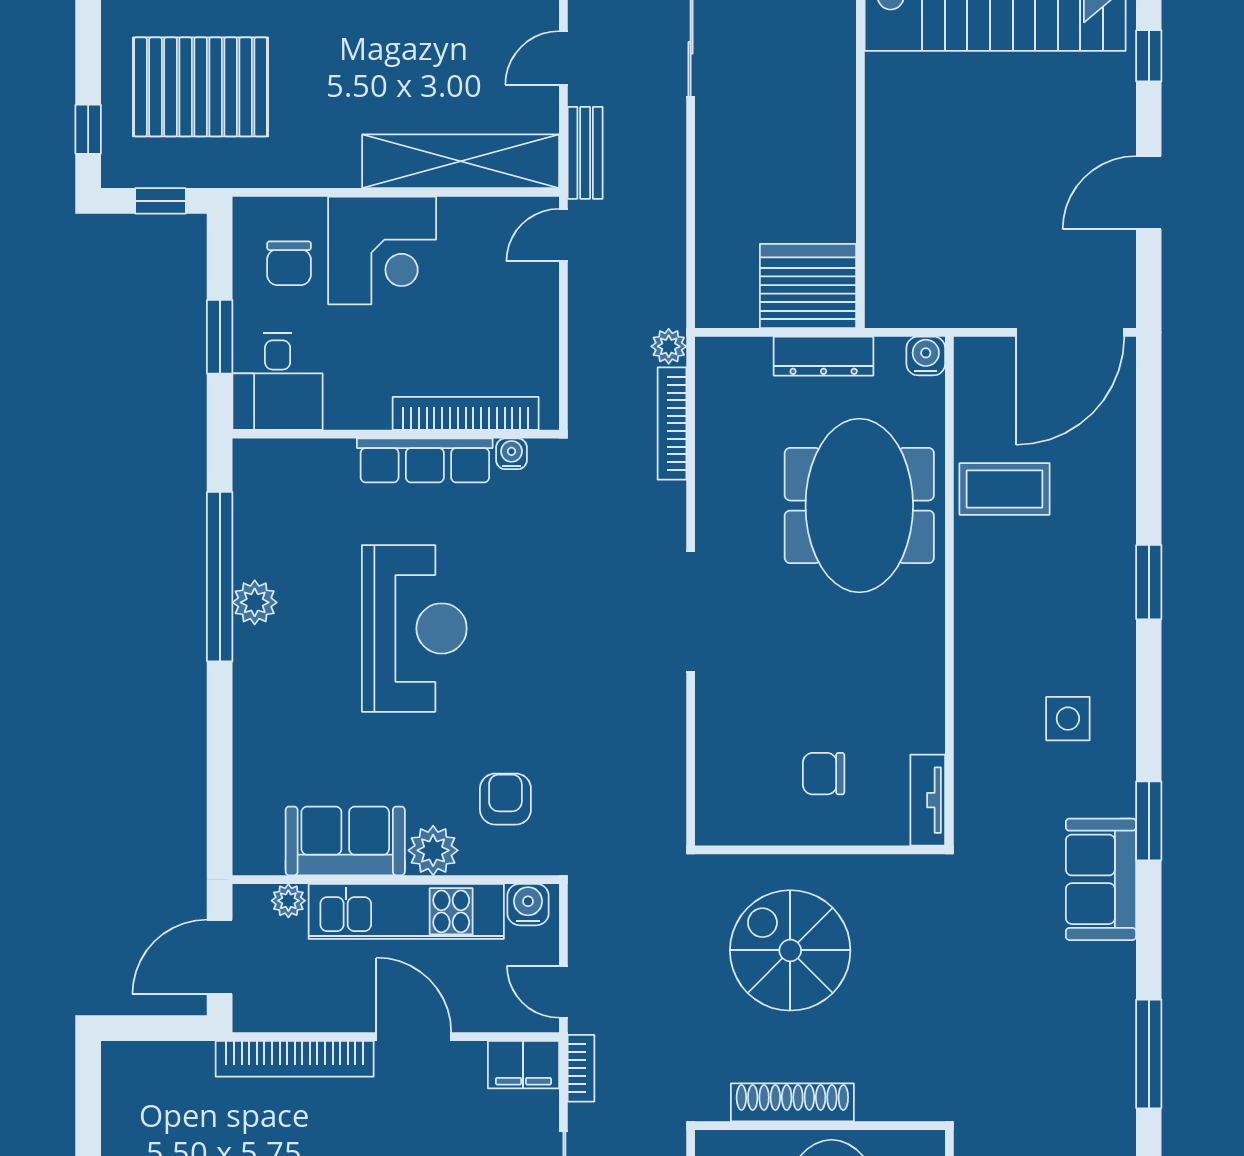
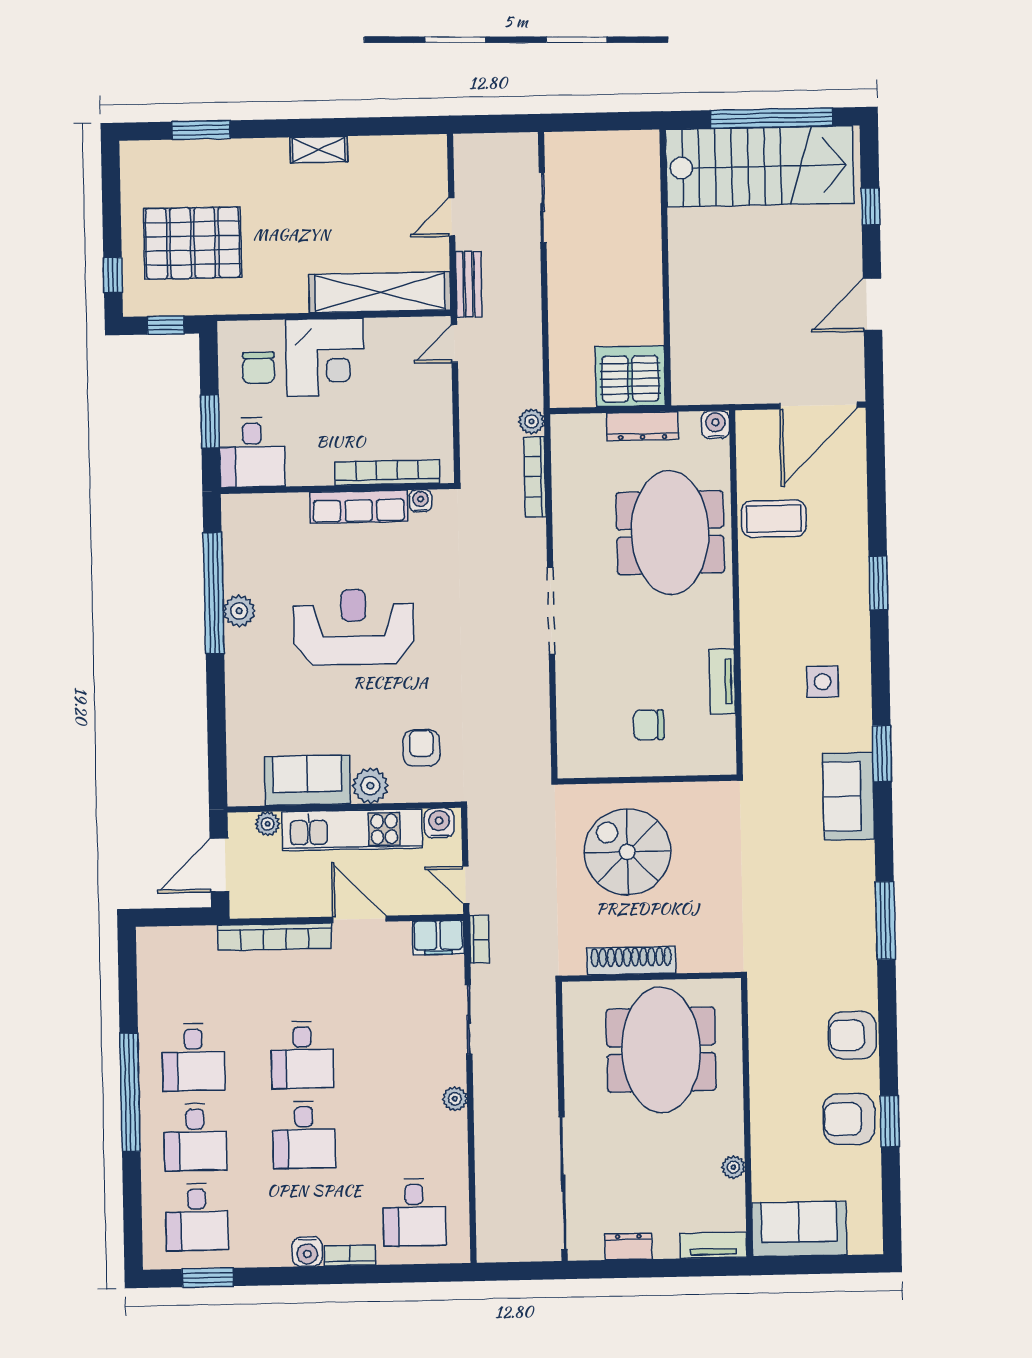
reception desk: (414, 628) -> (354, 627), turned -90
tv unit: (928, 800) -> (722, 682), moved

